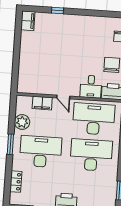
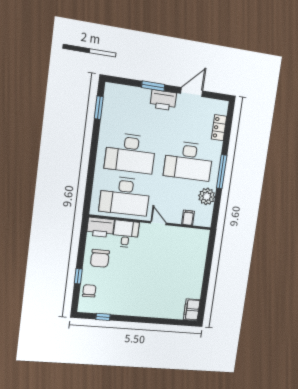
window: (57, 11) -> (103, 317), moved
filing cabinet: (42, 103) -> (188, 218), width x0.50
window: (10, 144) -> (222, 172), width x1.44

